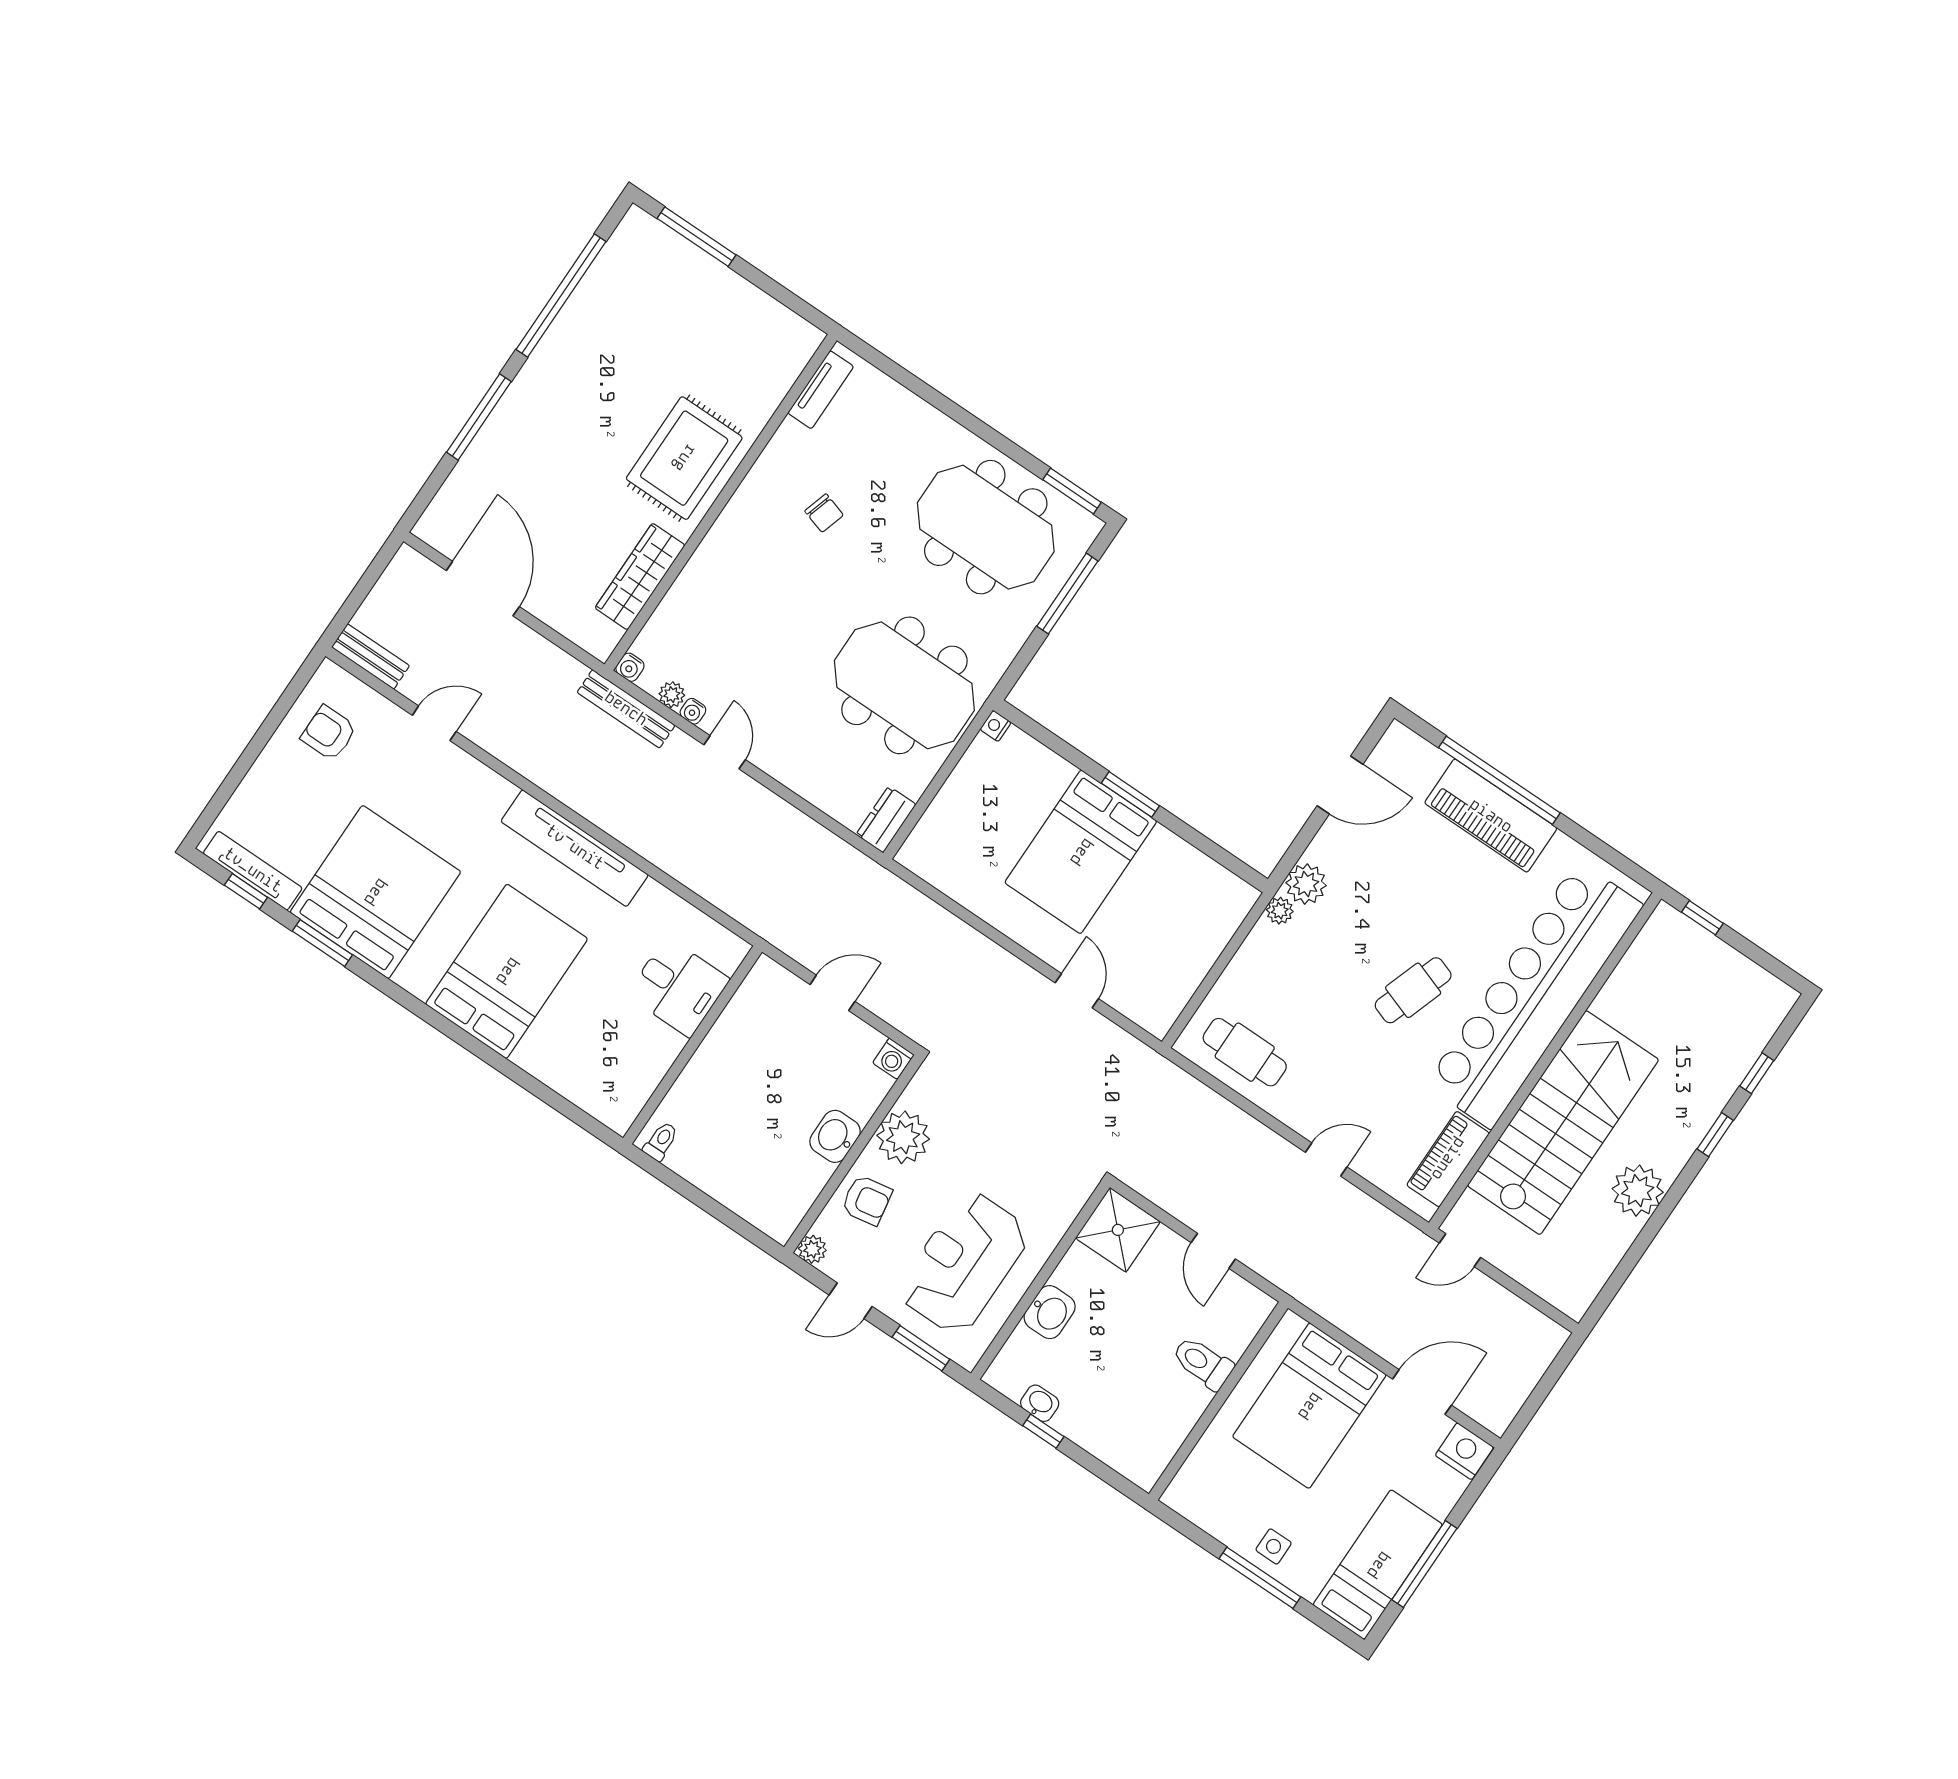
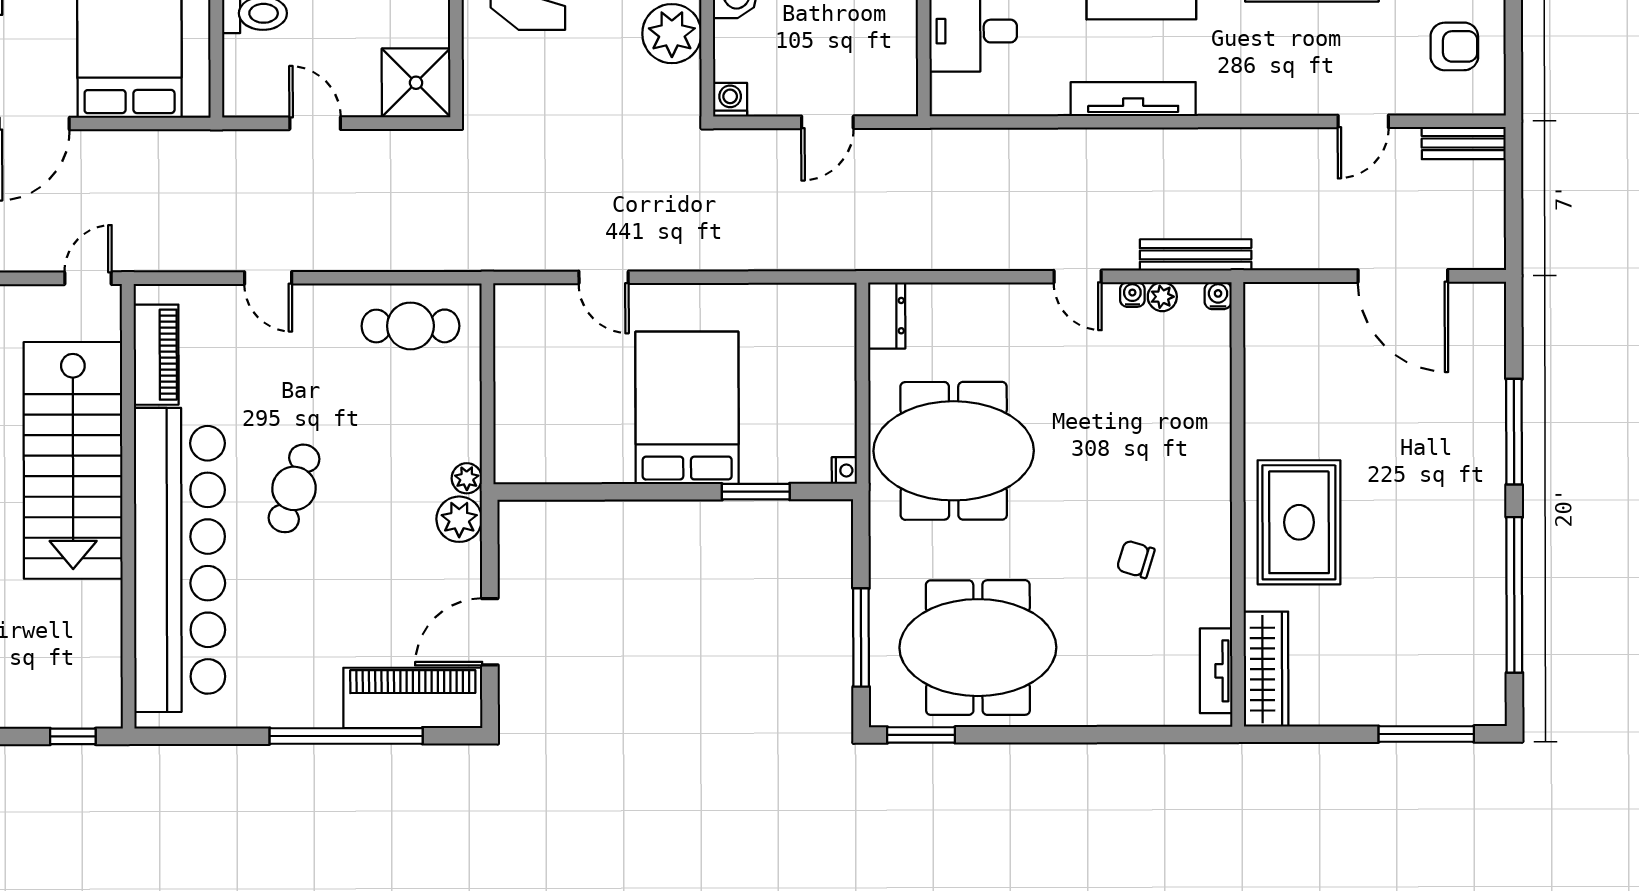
wardrobe: (640, 577) -> (1266, 669), moved
window: (1130, 794) -> (756, 492), moved
piano: (1491, 816) -> (413, 698), moved
tv unit: (575, 848) -> (1133, 99), width x0.73, depth x0.78
door: (1326, 1160) -> (268, 278), hinge flipped

